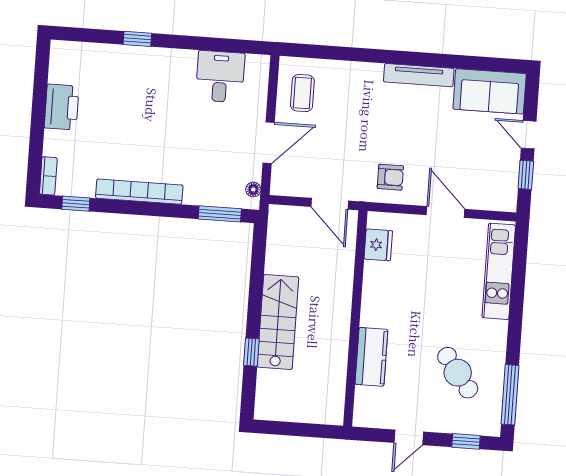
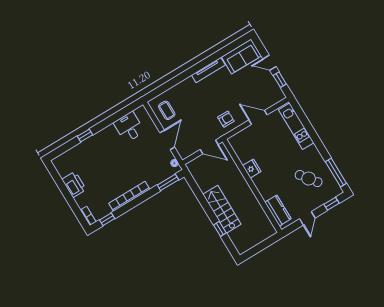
fridge: (378, 245) -> (252, 169), moved
kitchen counter: (371, 357) -> (278, 211), moved

